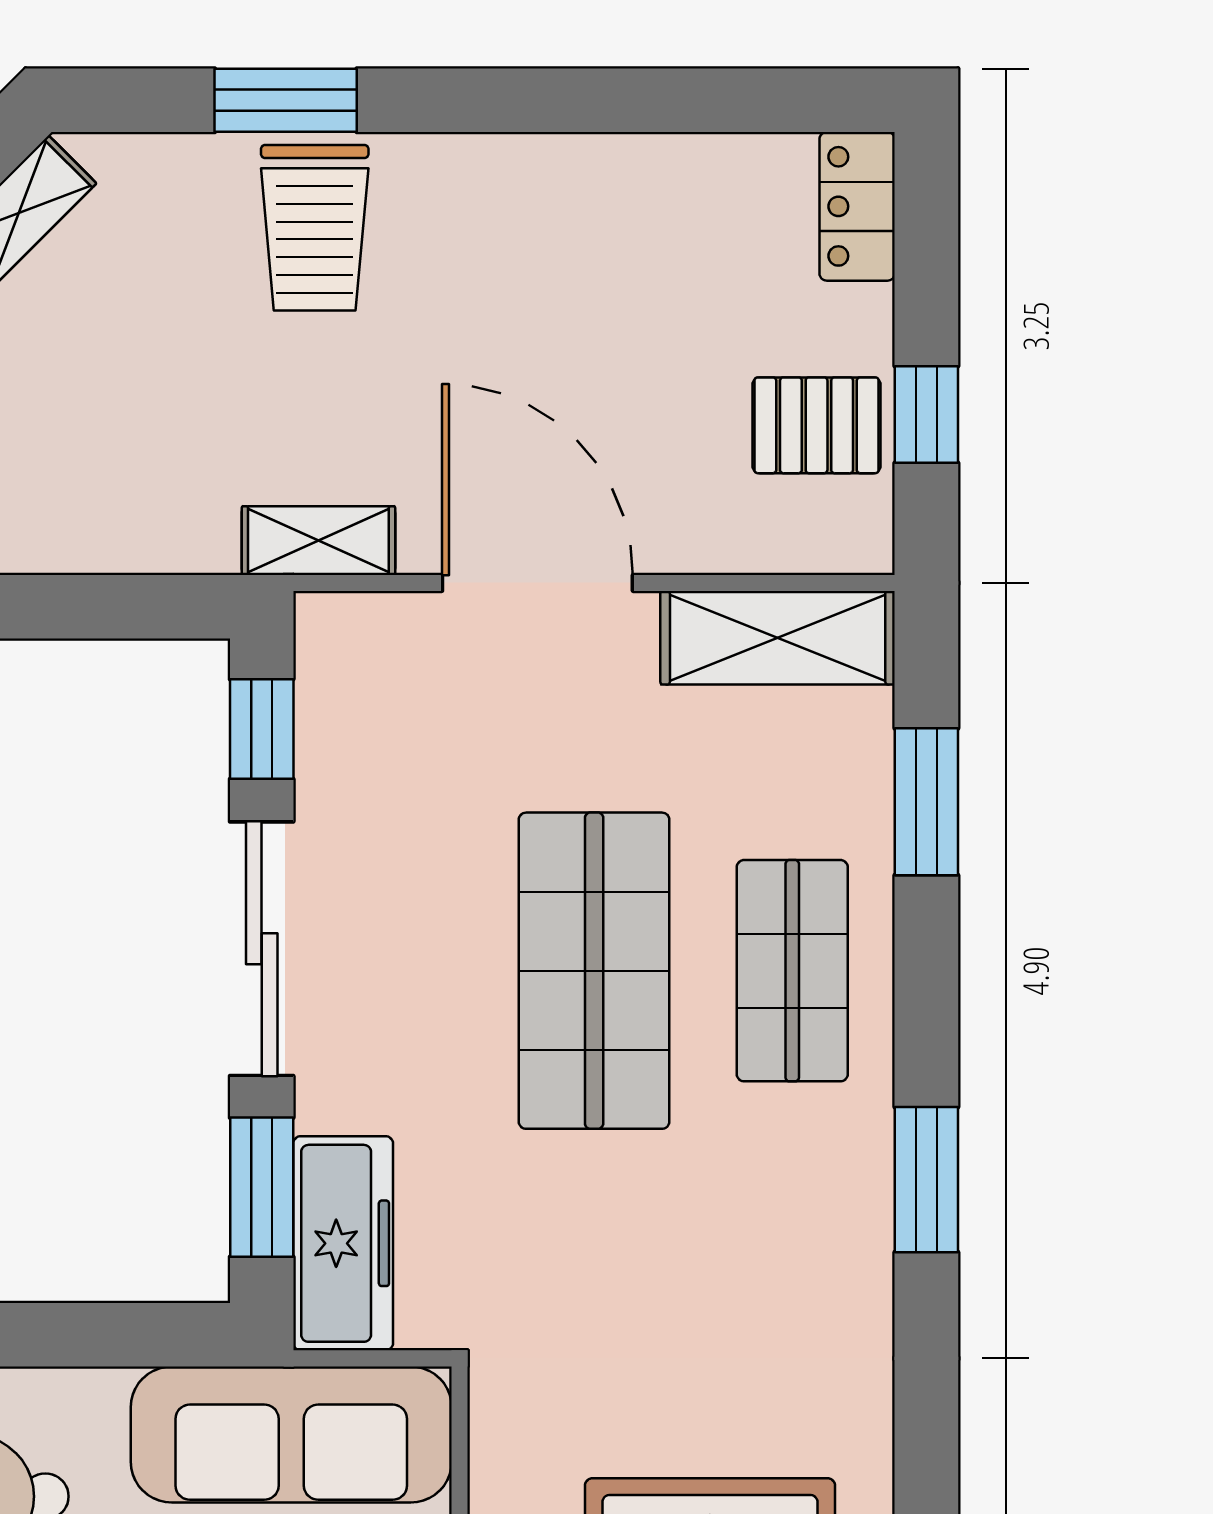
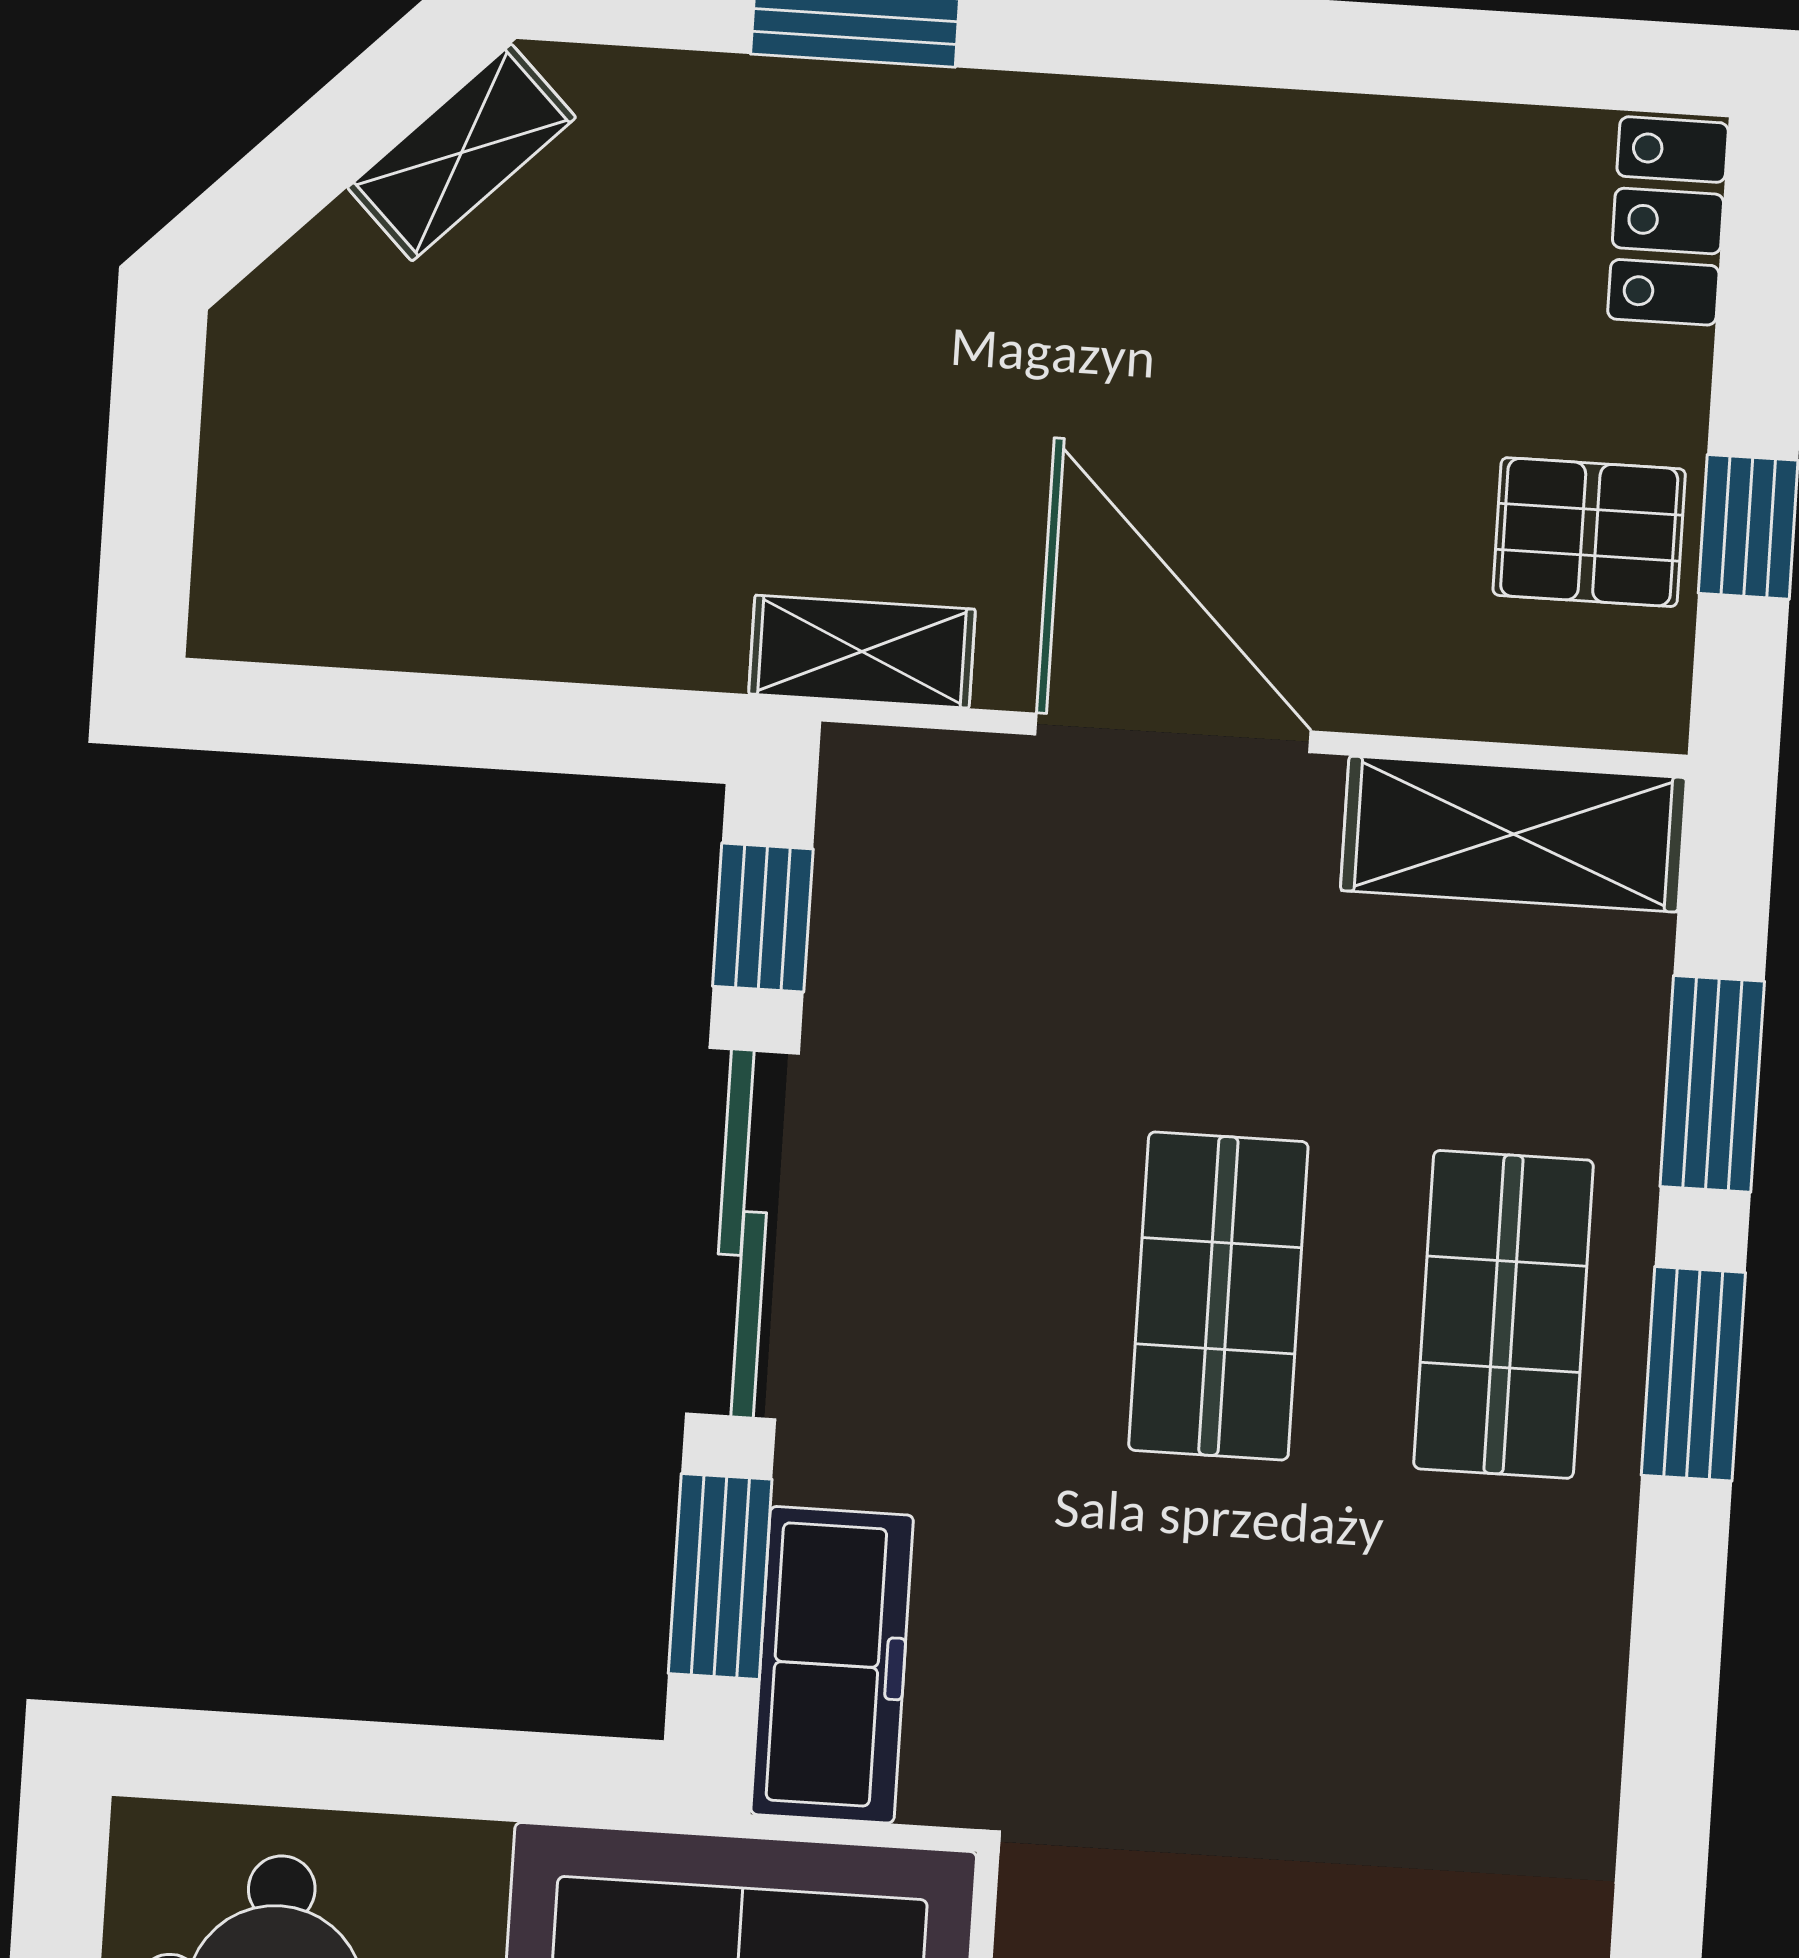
trolley: (315, 228) -> (886, 201), removed
shop shelf: (594, 971) -> (1218, 1296), width x0.70, depth x0.74
window: (926, 1180) -> (1693, 1374), moved

